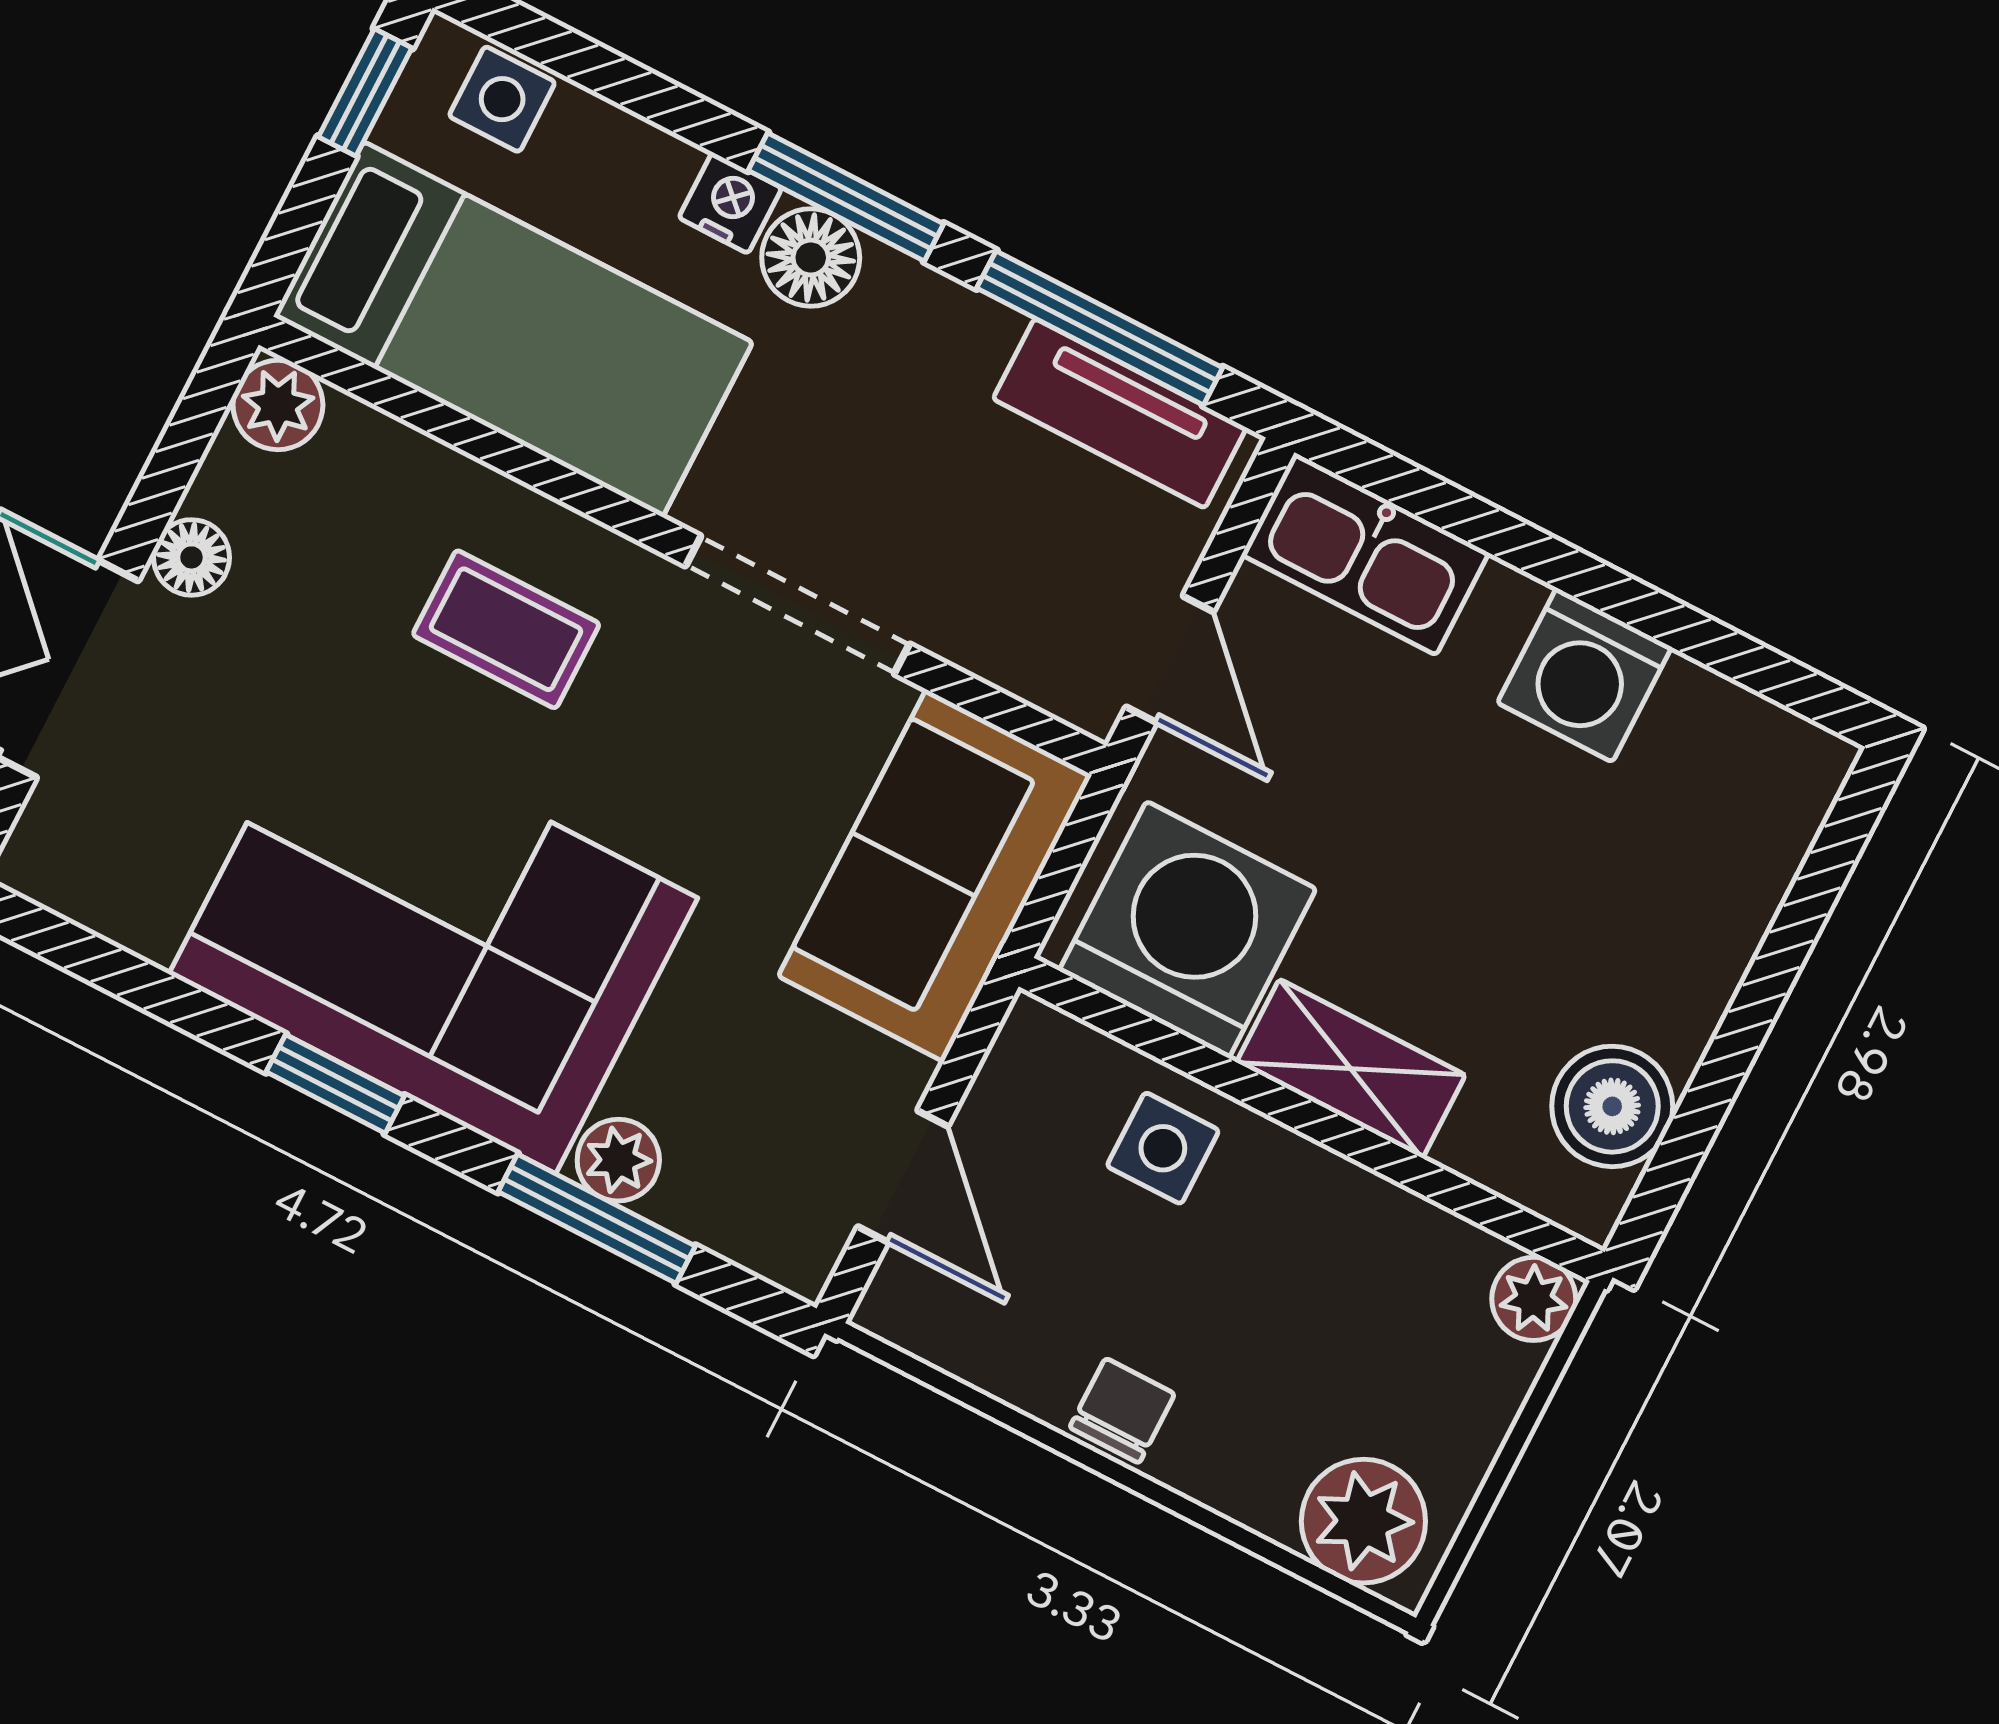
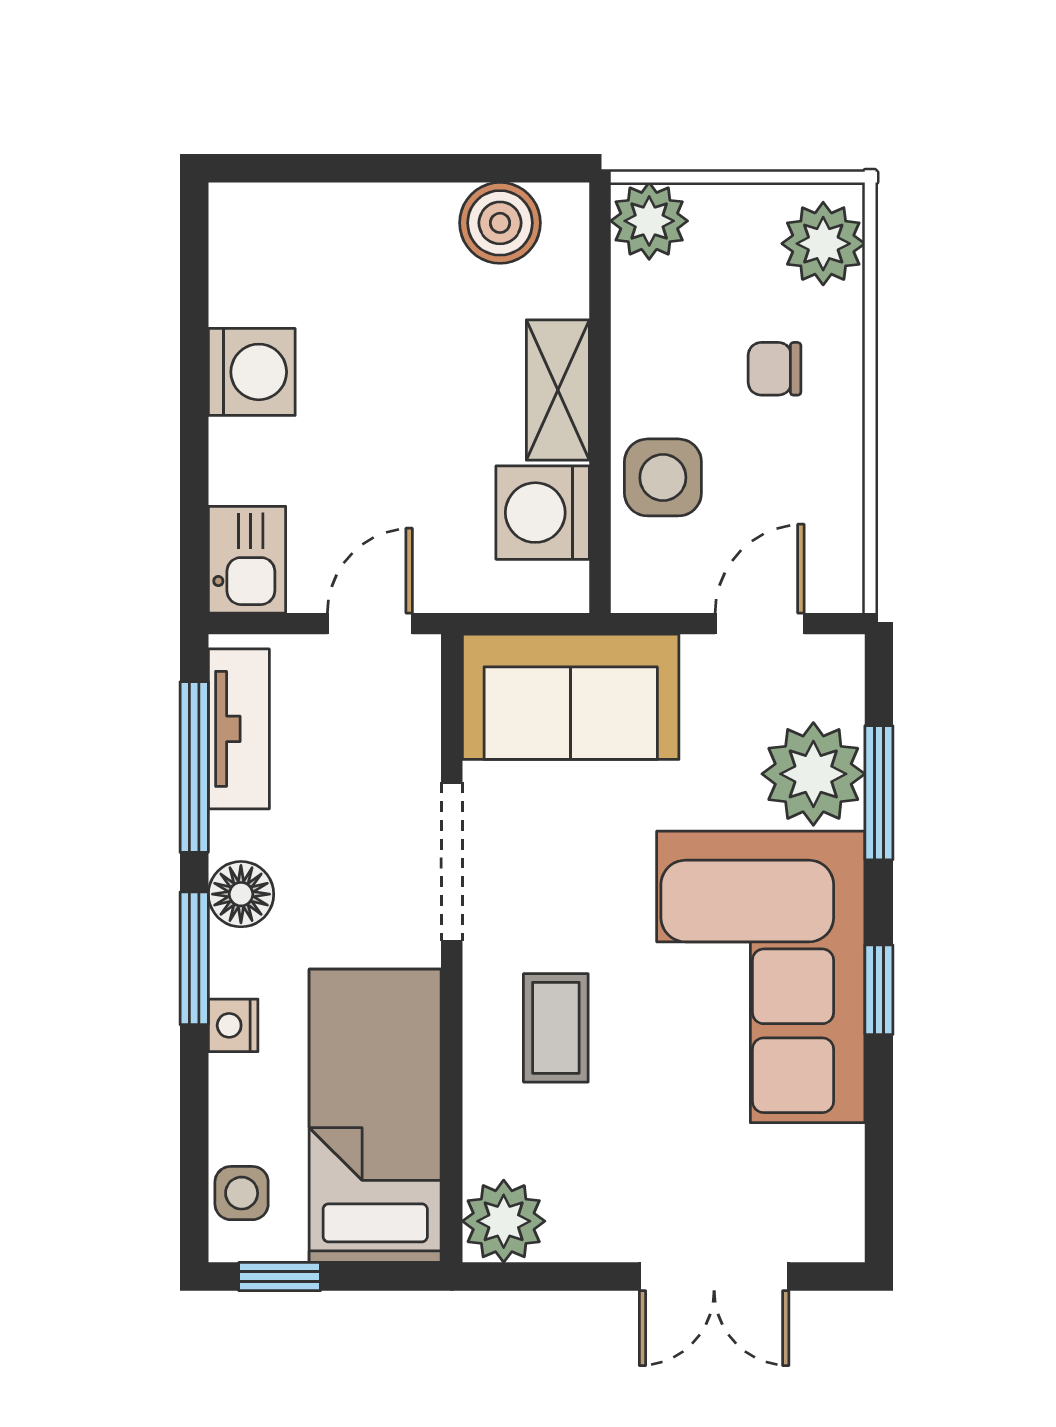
floor lamp: (811, 258) -> (241, 894), moved
plant: (278, 405) -> (504, 1221), width x1.38, depth x1.38
kitchen sink: (1365, 554) -> (247, 560), width x0.73
floor lamp: (191, 557) -> (610, 1237), removed
washing machine: (1187, 930) -> (543, 513), width x0.73, depth x0.73
side table: (1163, 1148) -> (663, 477), width x1.37, depth x1.37
plant: (618, 1160) -> (813, 774), width x1.88, depth x1.88
plant: (1534, 1299) -> (649, 221), width x1.38, depth x1.38
chair: (1122, 1411) -> (775, 369), moved

